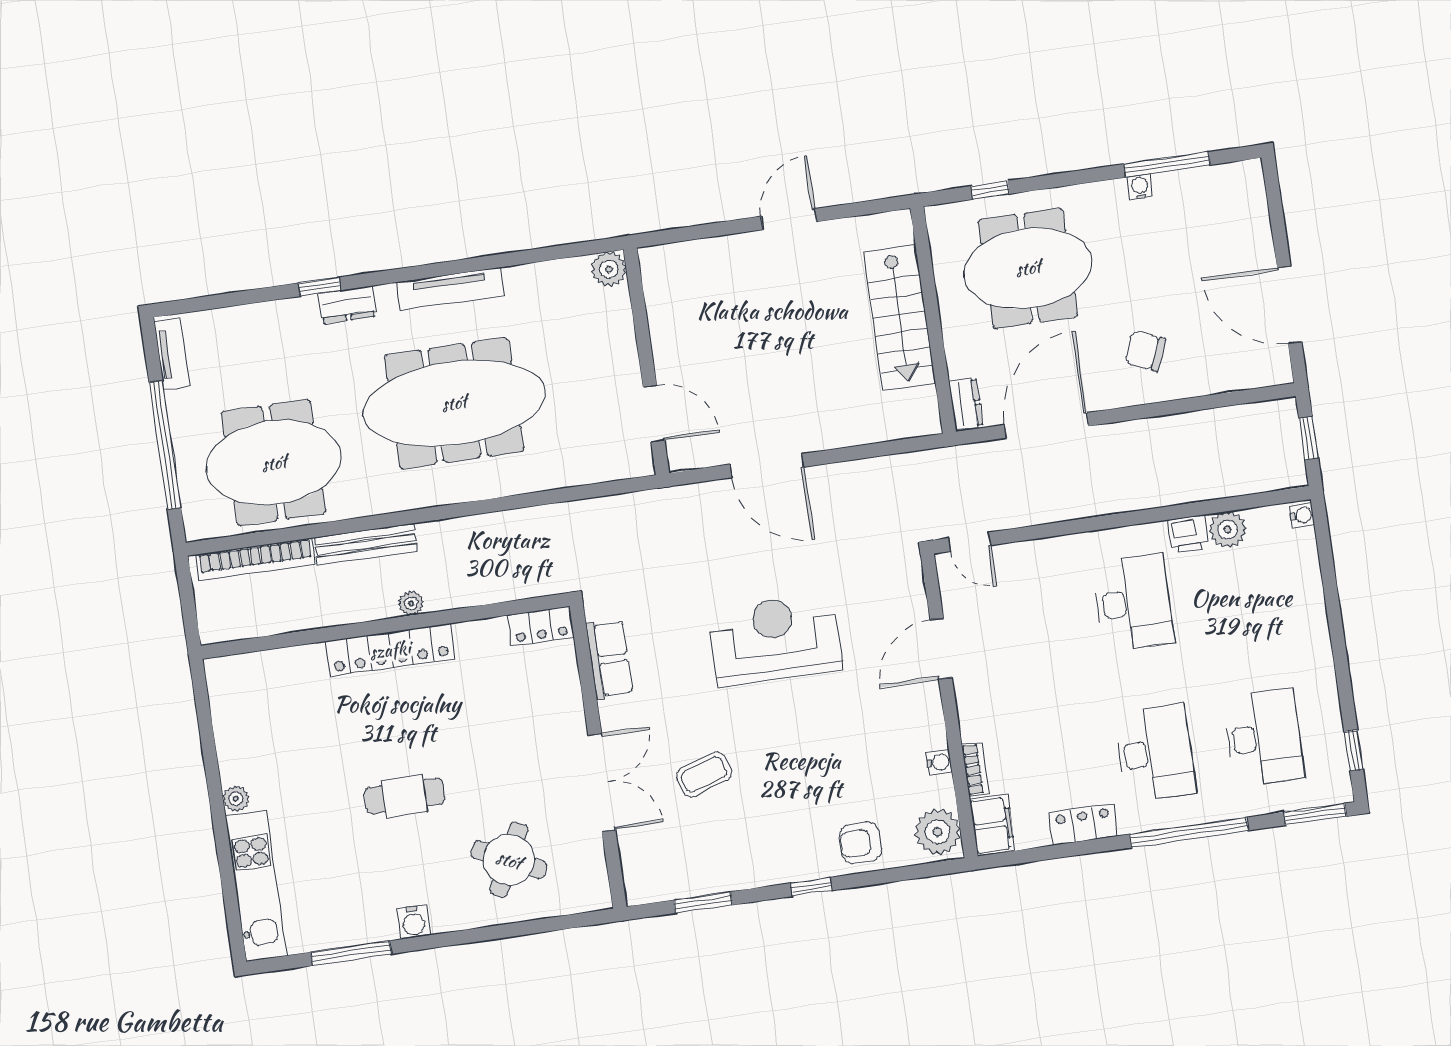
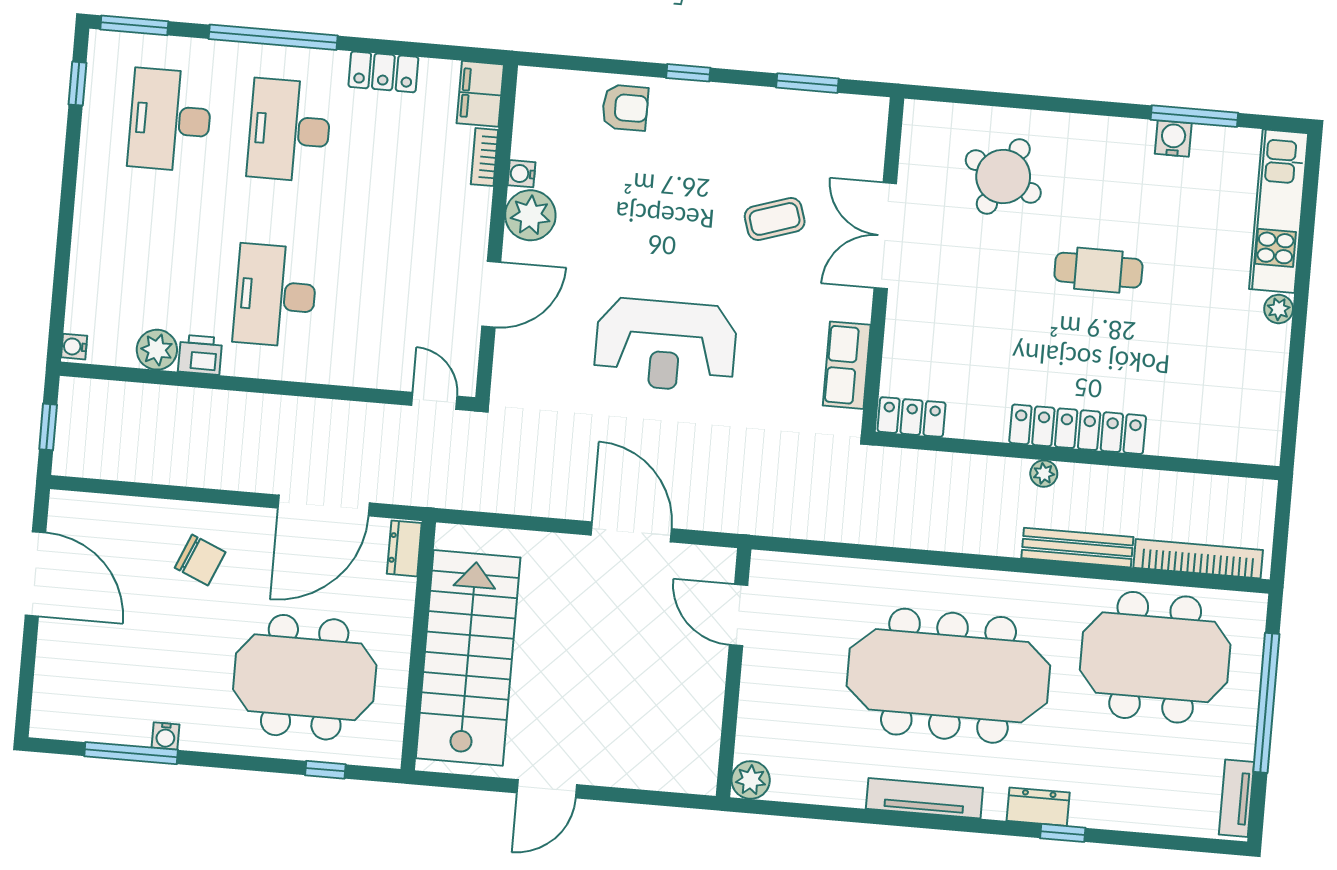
stairs: (899, 317) -> (468, 658), width x1.36, depth x1.51
plant: (938, 832) -> (530, 215), moved
water cooler: (414, 922) -> (1173, 139), moved

